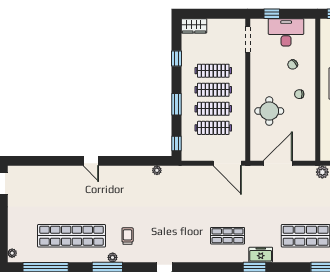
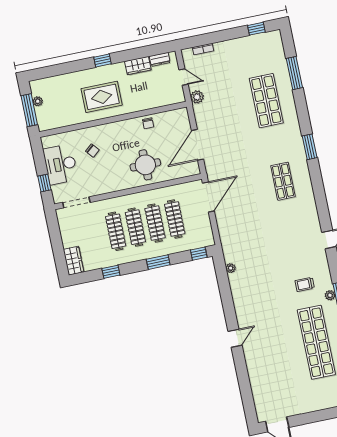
chair: (299, 94) -> (148, 123), moved
door: (278, 163) -> (198, 145), hinge flipped
freezer: (261, 255) -> (295, 143), removed

